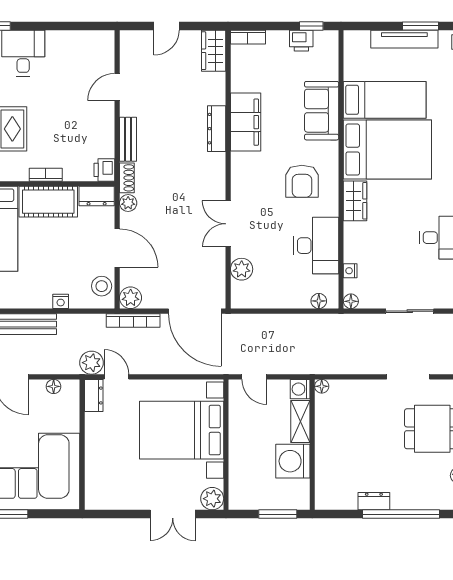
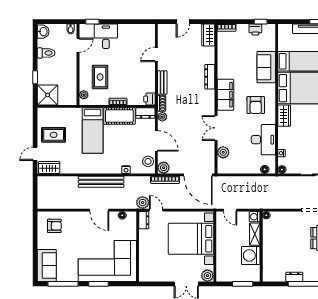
filing cabinet: (246, 122) -> (225, 95), moved

